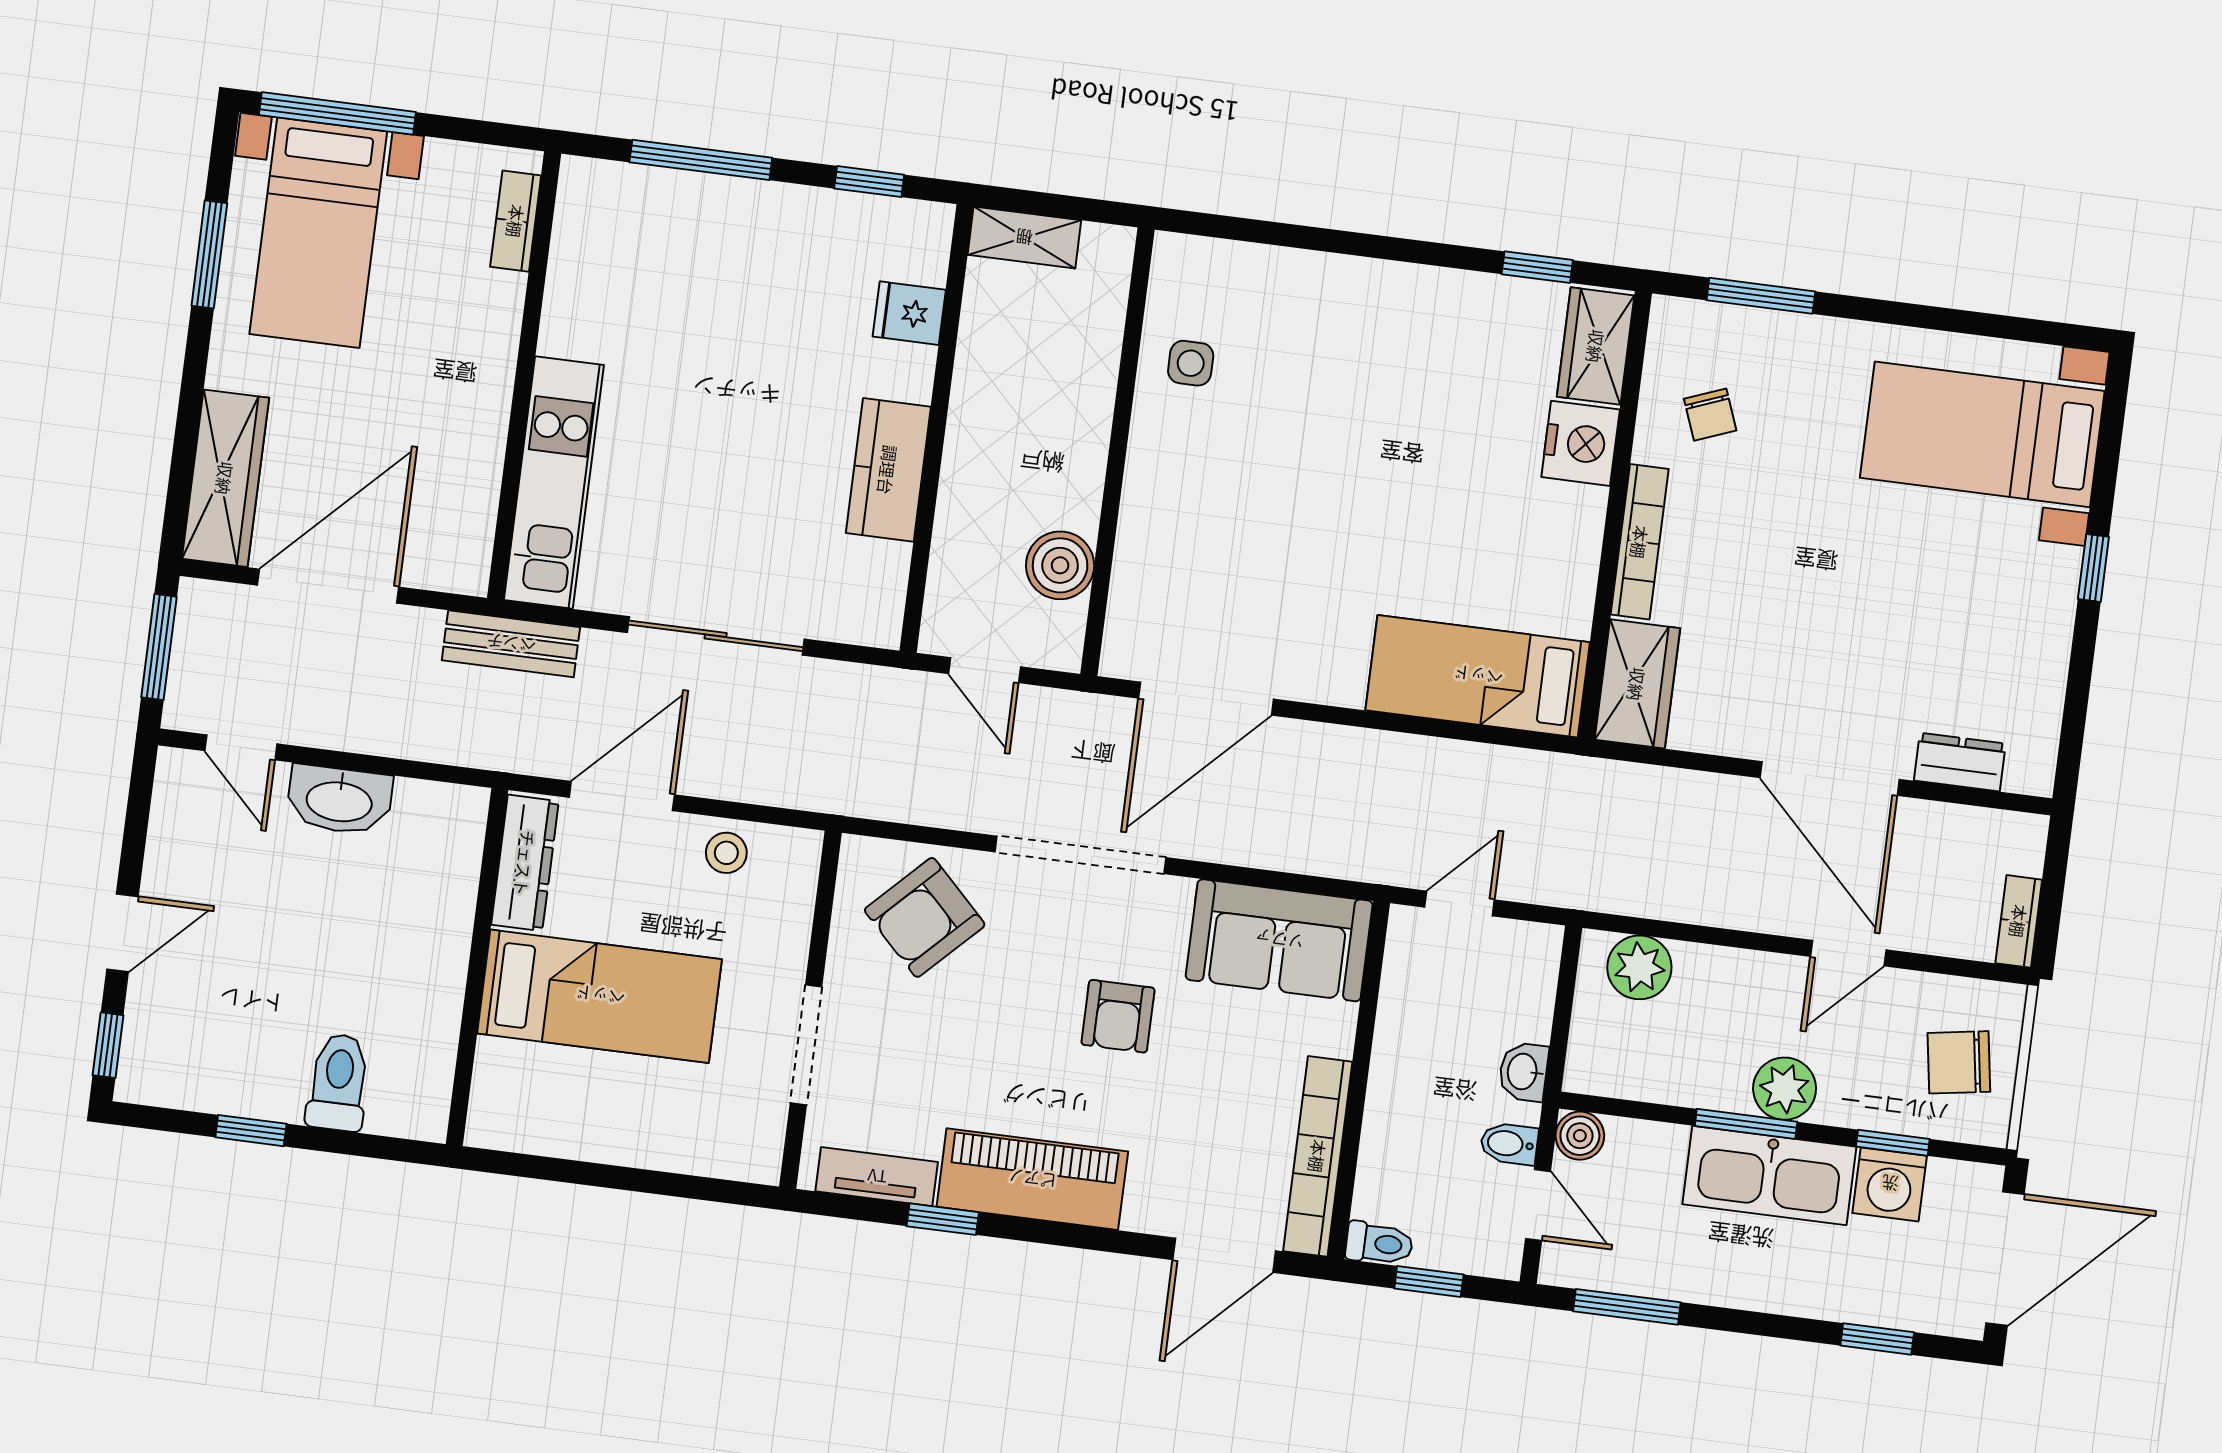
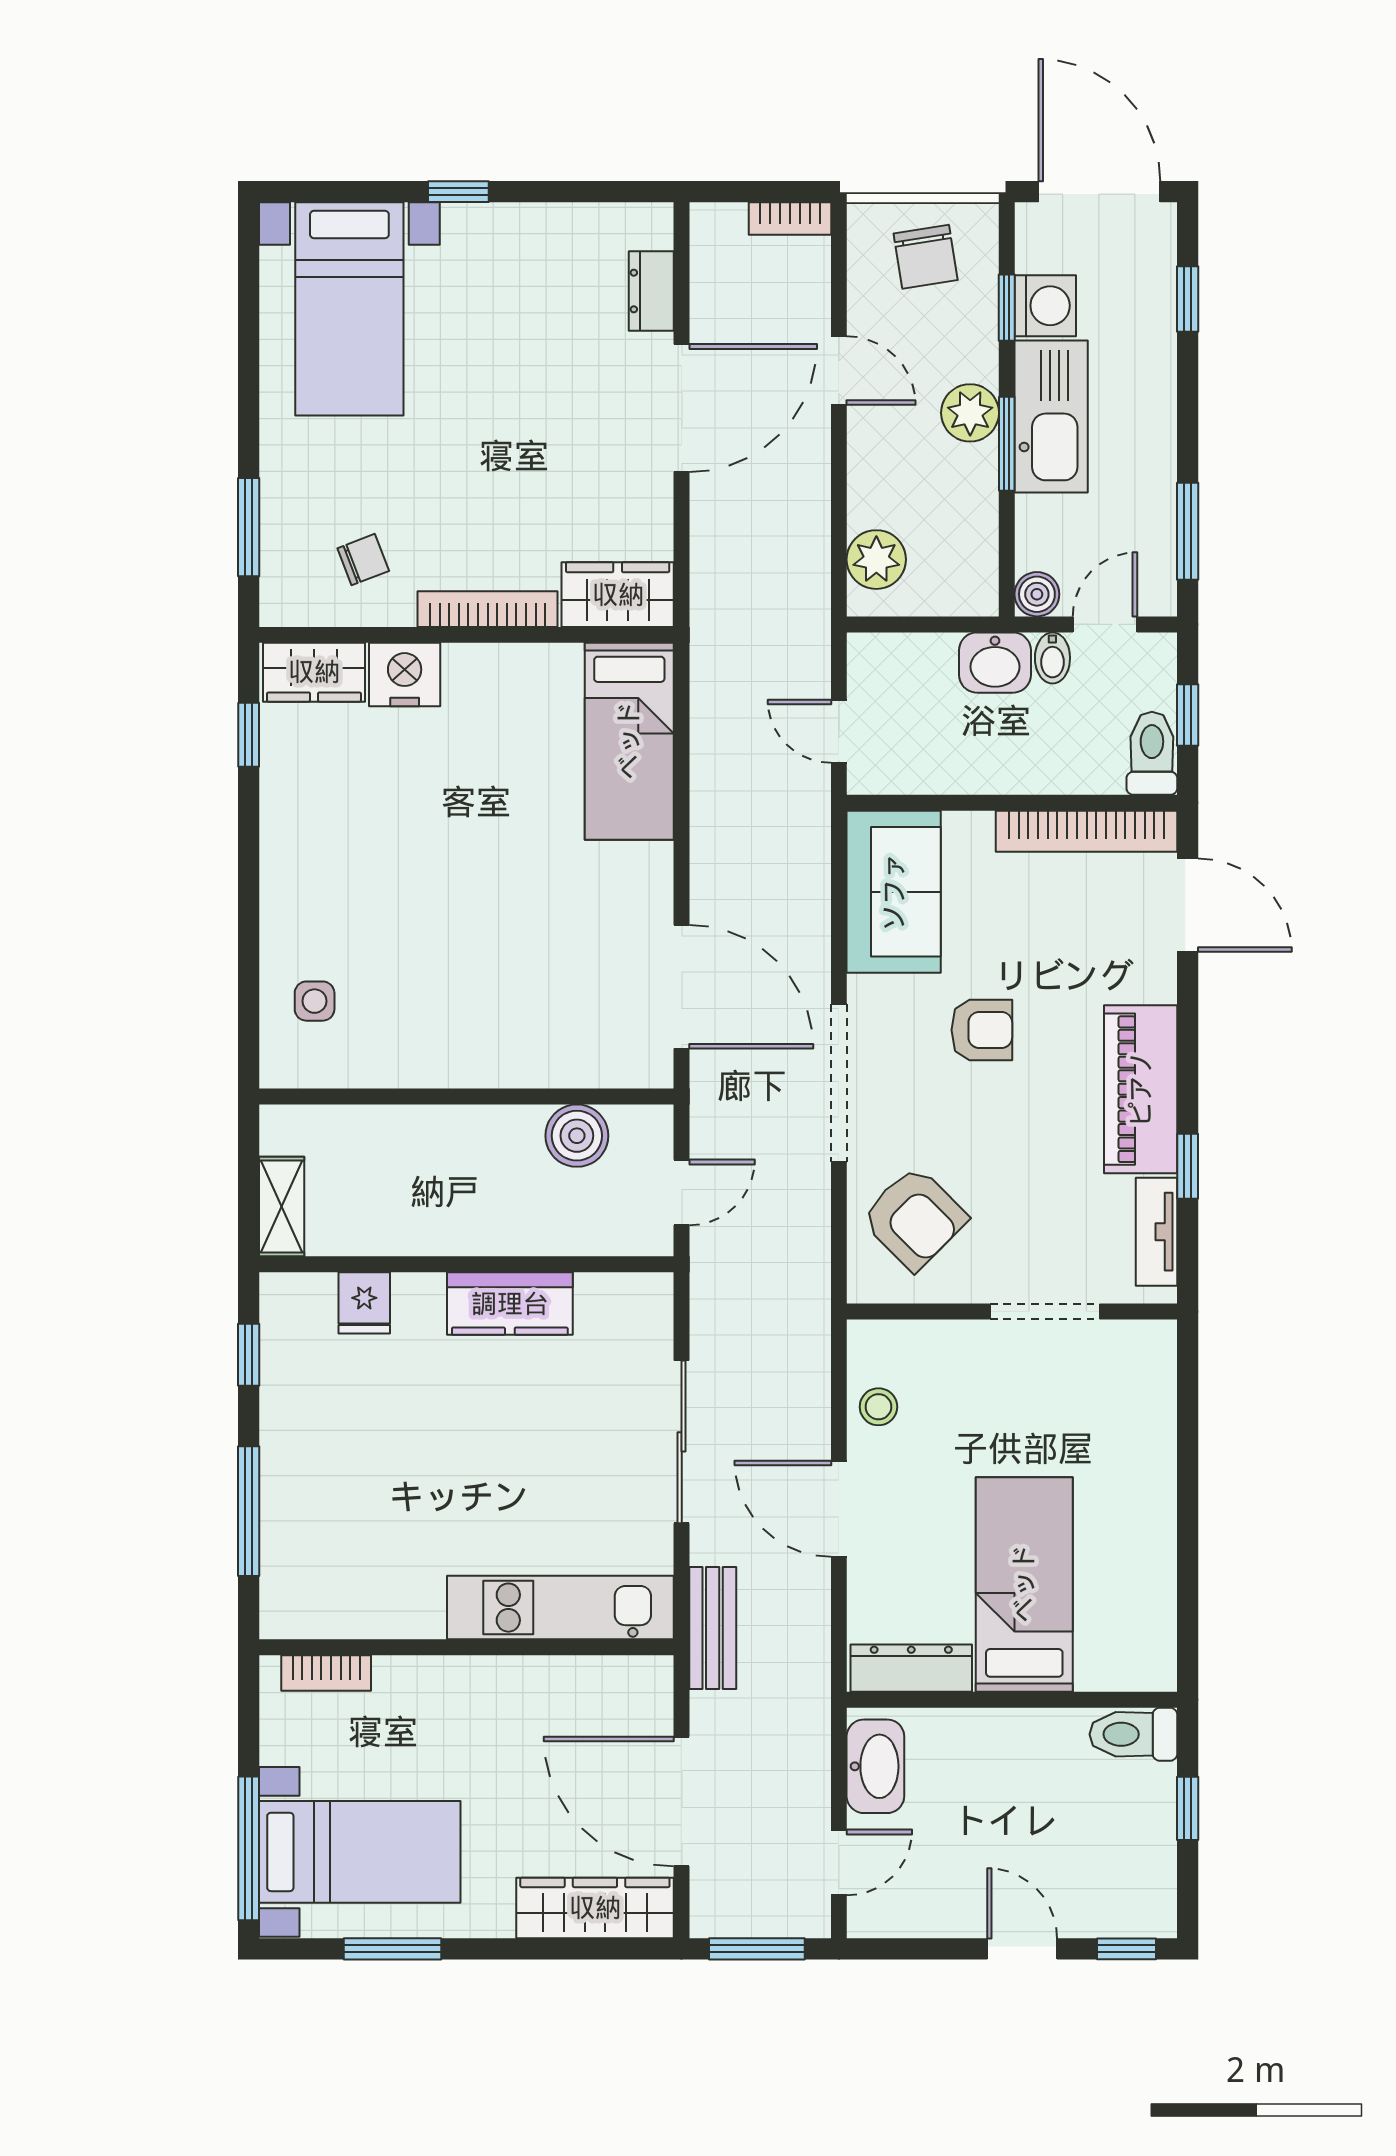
side table: (1191, 363) -> (315, 1001), moved
dresser: (525, 863) -> (911, 1668), moved
wall: (477, 967) -> (1012, 1700), moved
bed: (600, 996) -> (1024, 1584), moved
washbasin: (1523, 1072) -> (995, 663), width x1.38, depth x1.45
toilet: (1379, 1243) -> (1152, 753), width x1.37, depth x1.39

